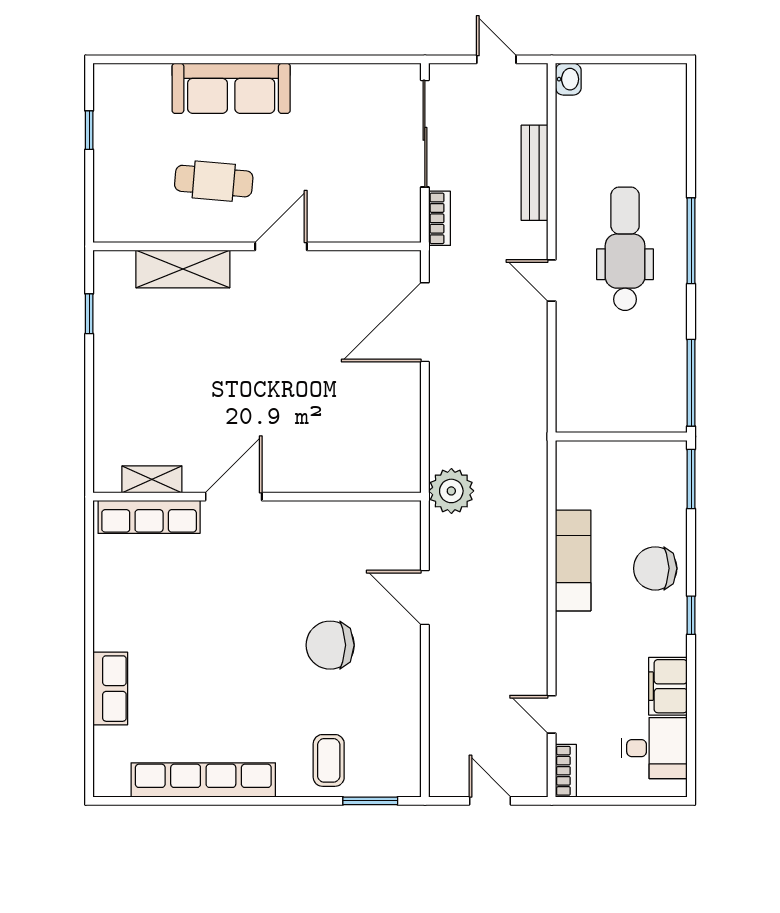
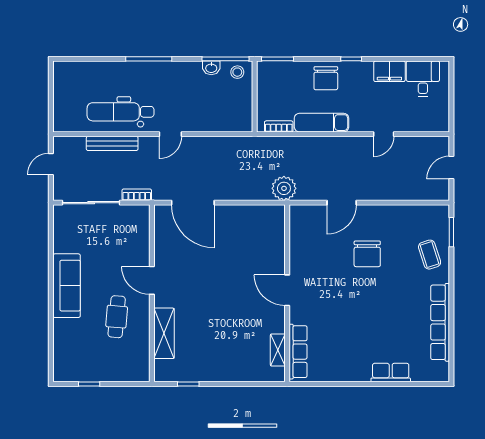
washbasin: (568, 79) -> (211, 68), moved, turned 180
sofa: (231, 88) -> (67, 286), moved
dental chair: (625, 249) -> (121, 112), moved
stool: (667, 405) -> (237, 72), added
door: (234, 497) -> (287, 290), moved
door: (552, 714) -> (384, 134), moved
coffee table: (329, 760) -> (430, 255), turned 72
bookcase: (566, 771) -> (279, 126), moved

